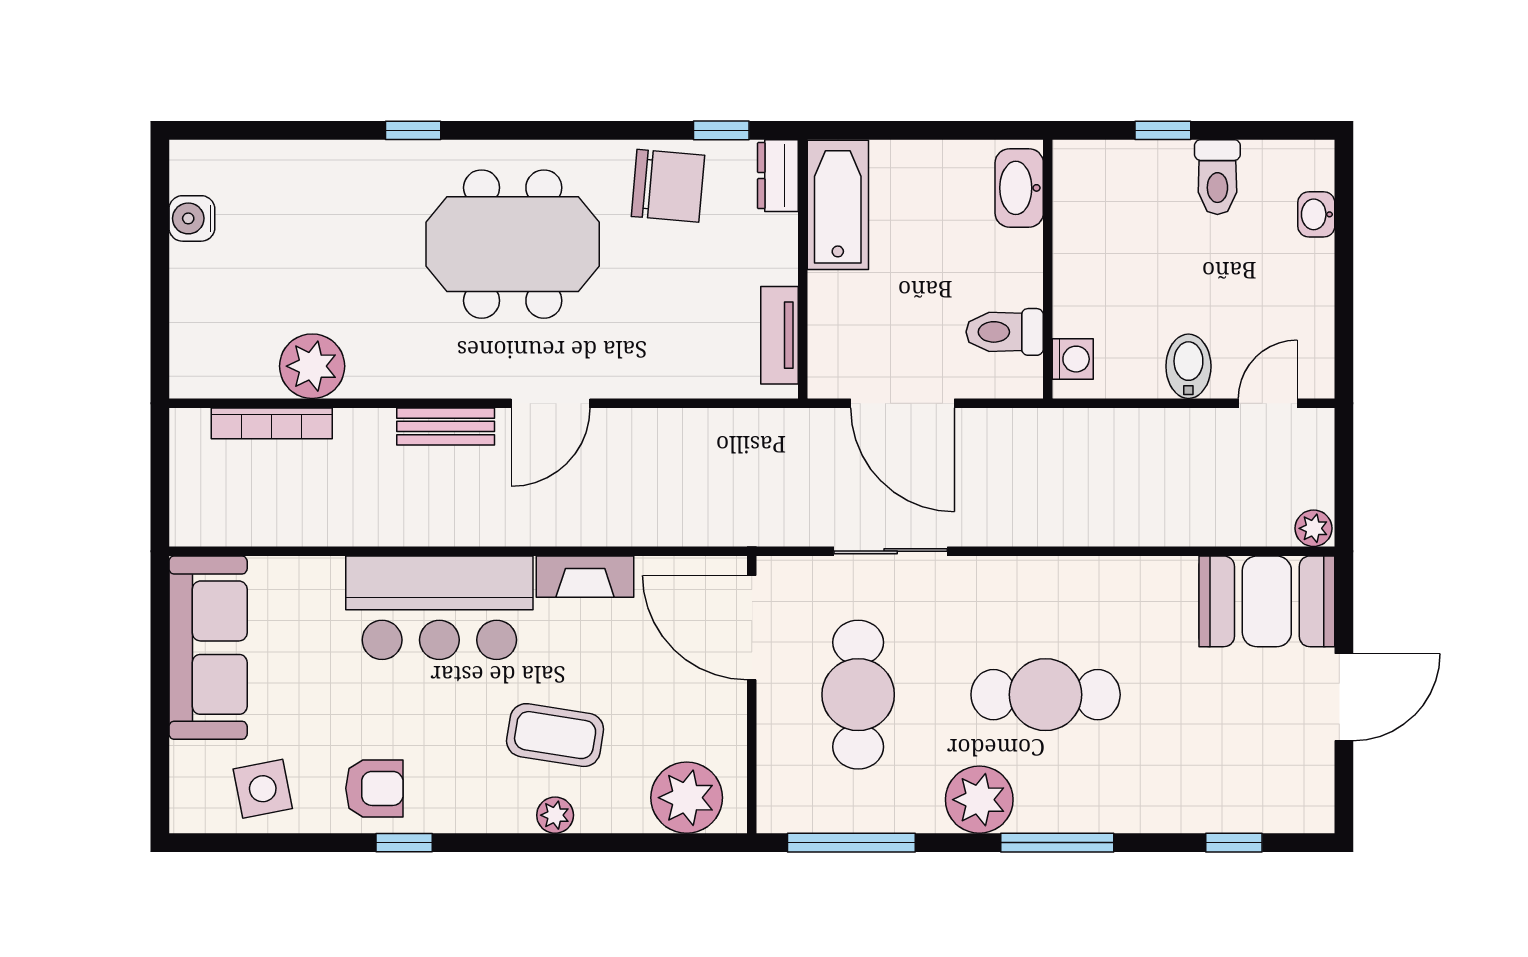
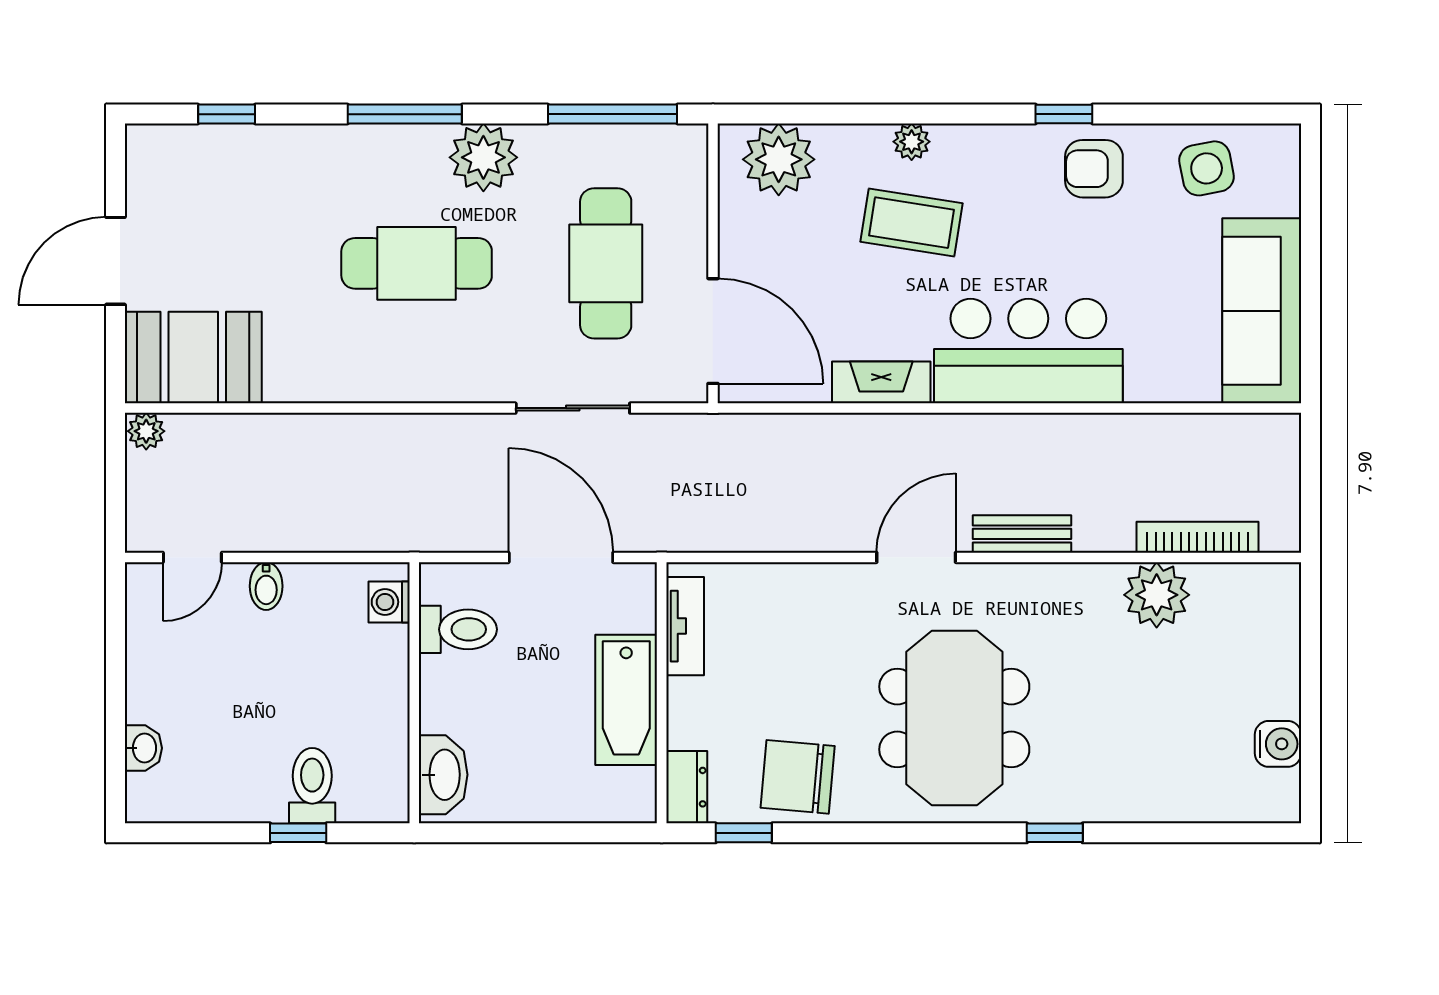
toilet: (1217, 177) -> (312, 786), moved
bathtub: (838, 205) -> (626, 700), moved
meeting table: (513, 244) -> (954, 718), turned 90
bidet: (1188, 366) -> (266, 586), width x0.72, depth x0.74

